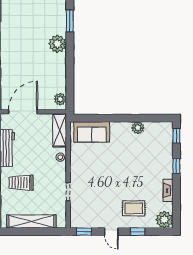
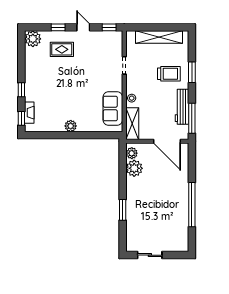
window: (70, 21) -> (123, 210), moved
plant: (58, 44) -> (134, 168), moved
door: (23, 112) -> (167, 141), hinge flipped
plant: (138, 128) -> (71, 126), moved
sofa: (92, 132) -> (113, 108), moved, turned -90
fireplace: (168, 191) -> (29, 113), moved

